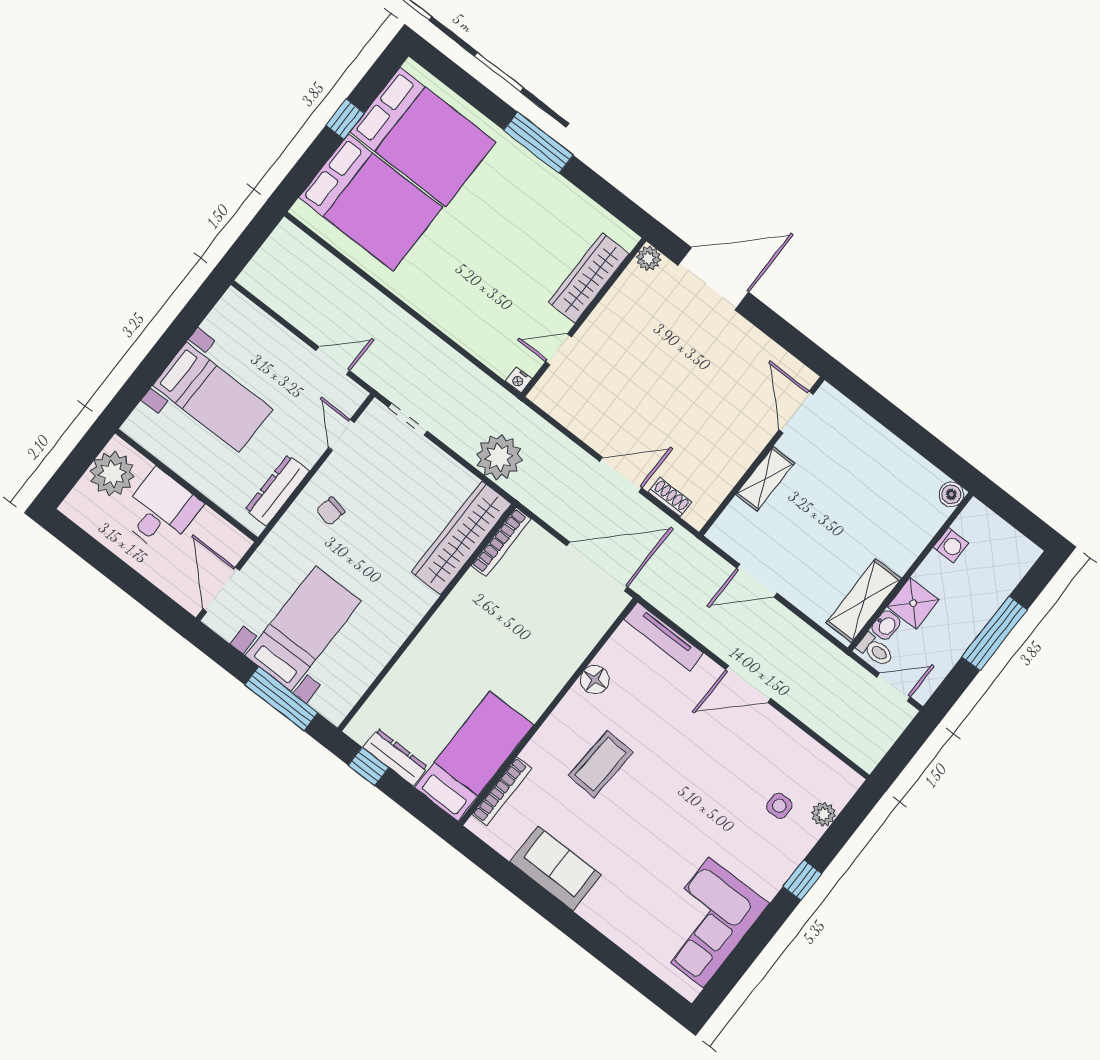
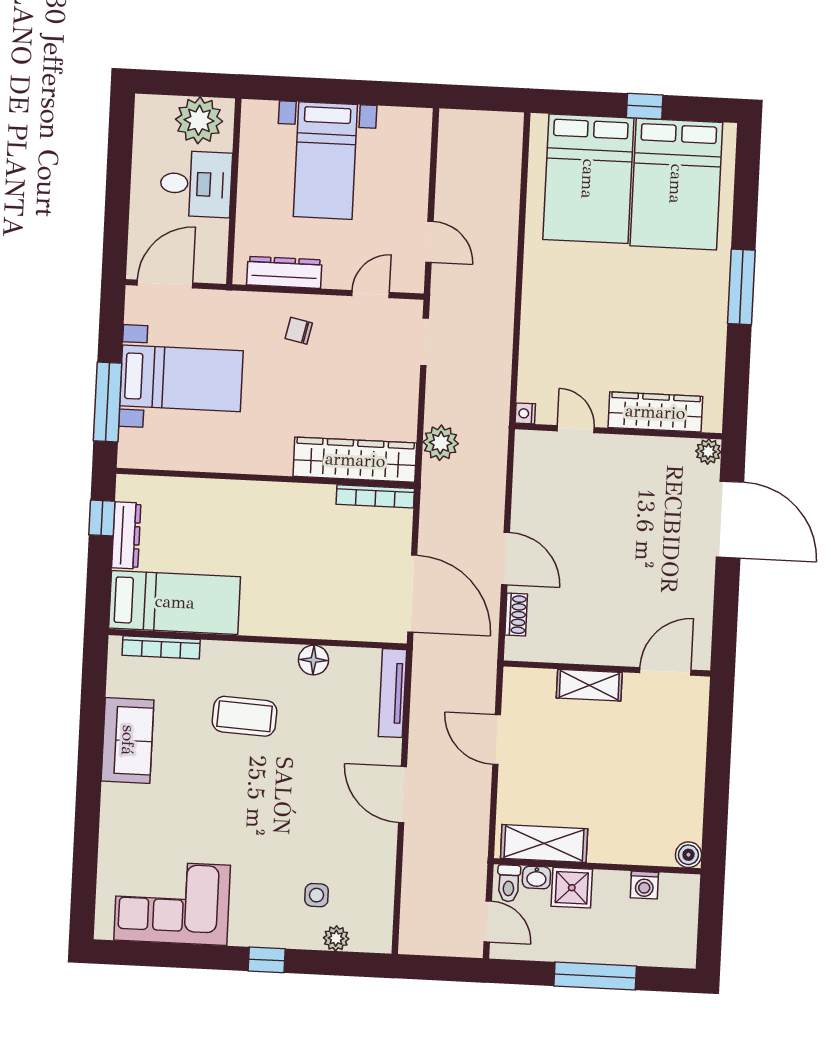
plant: (499, 457) -> (441, 443), width x0.73, depth x0.73

